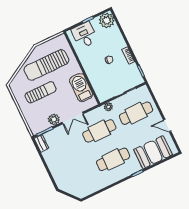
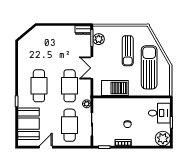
plant: (54, 119) -> (99, 39), moved

